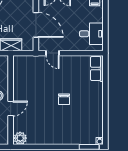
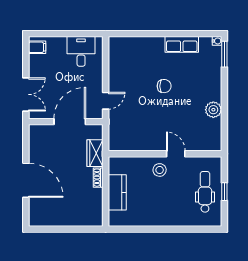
row of seats: (97, 68) -> (182, 44), moved
plant: (20, 138) -> (213, 110), moved

